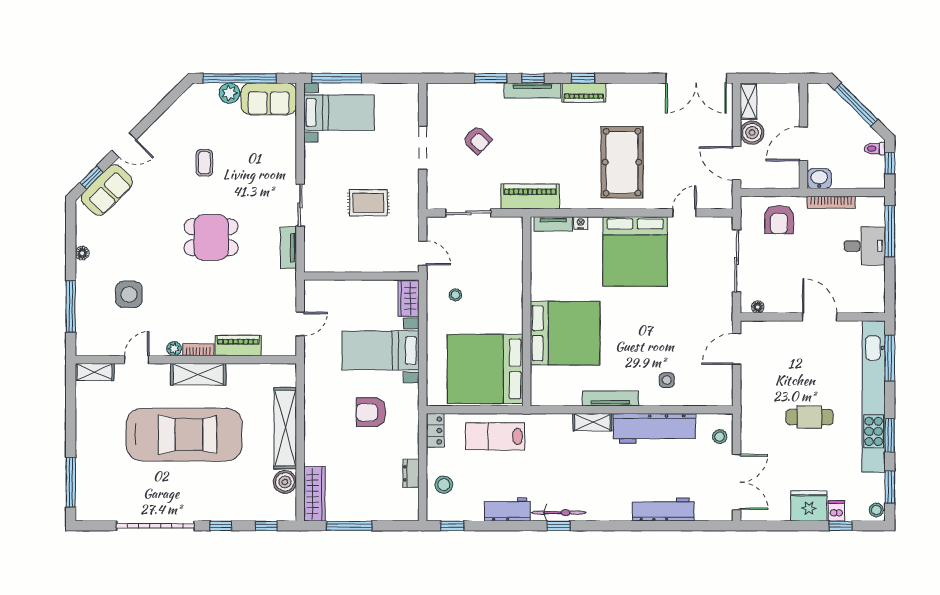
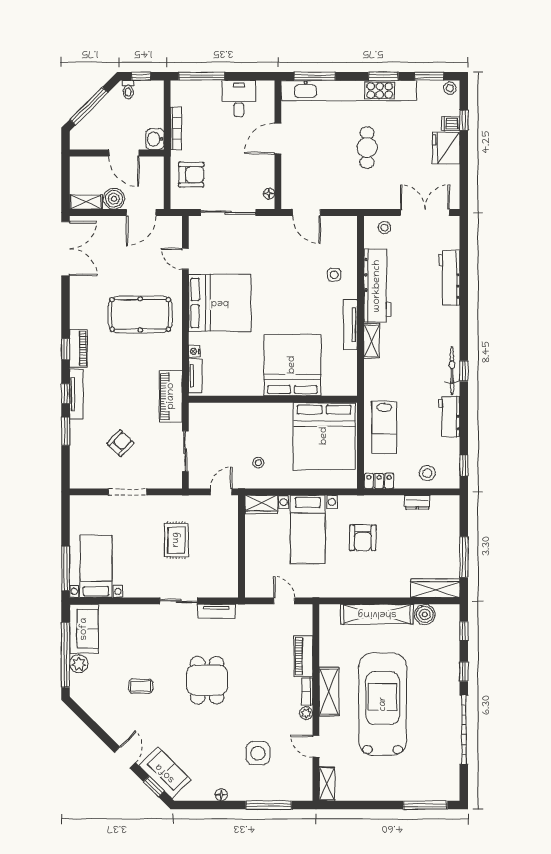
desk: (865, 246) -> (239, 99), moved

